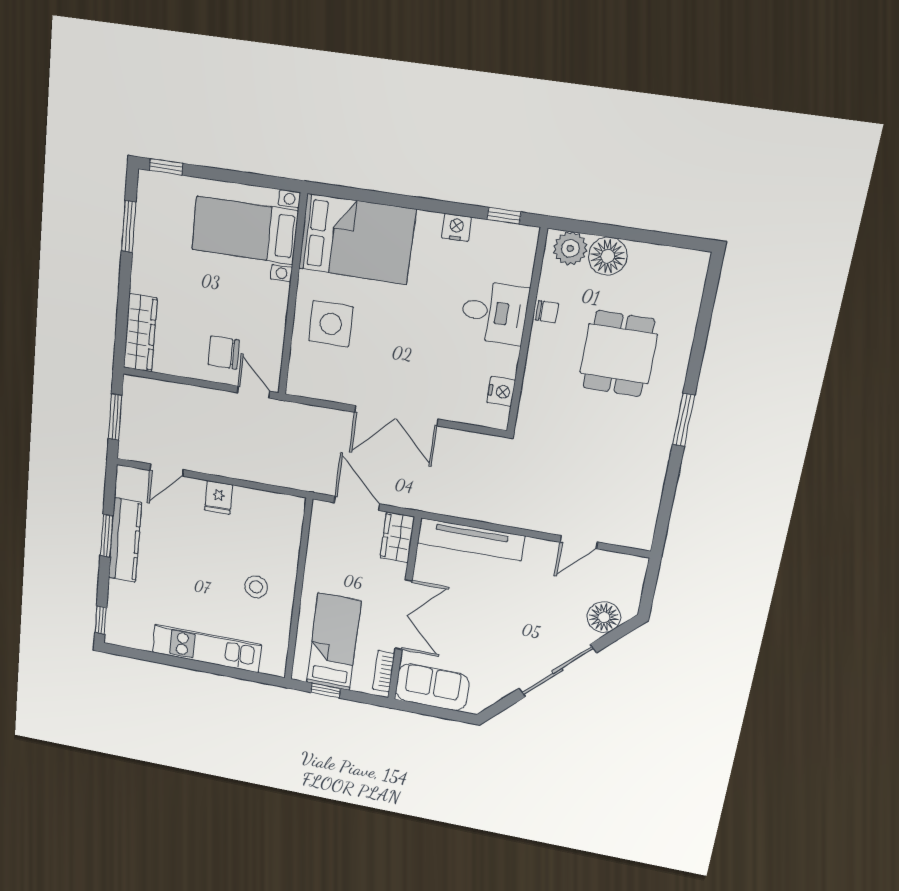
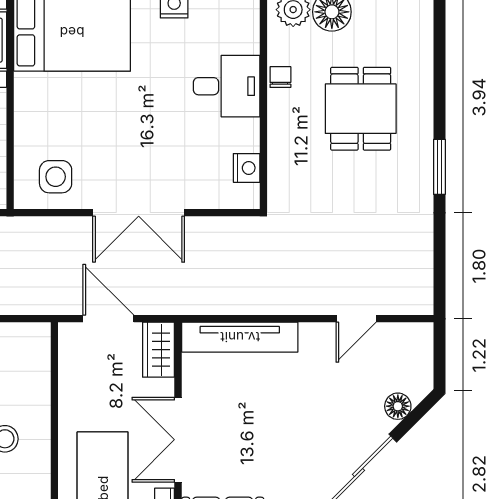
chair: (547, 312) -> (280, 77), turned -90
side table: (331, 324) -> (56, 177), moved, width x0.73, depth x0.73
double door: (404, 615) -> (178, 440), swing flipped
floor lamp: (604, 617) -> (398, 406), width x0.73, depth x0.73

